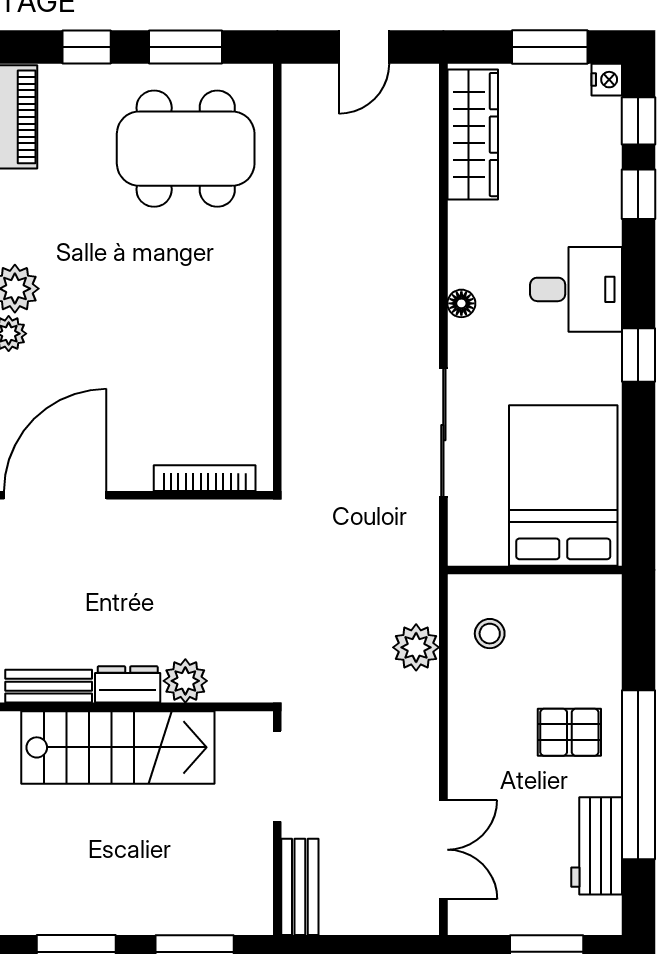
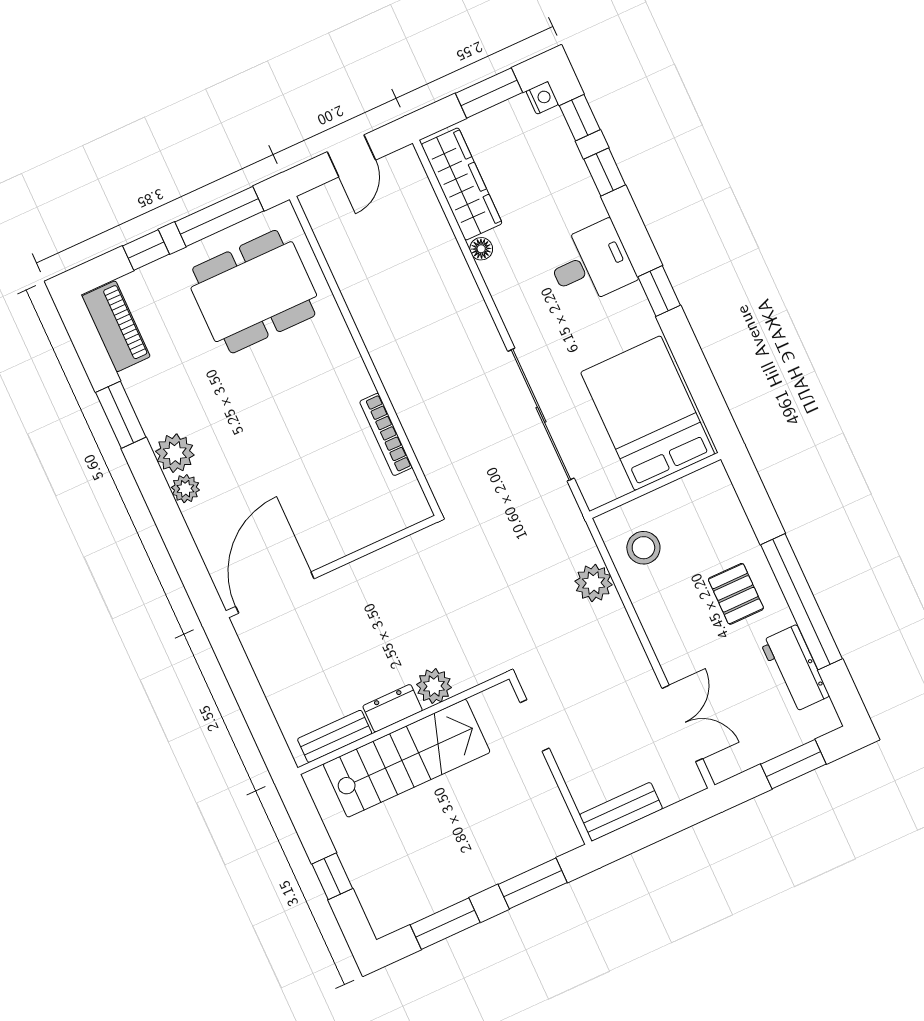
window: (186, 47) -> (219, 216), width x1.44
floor lamp: (461, 303) -> (481, 249), moved
sliding door: (443, 433) -> (541, 415), width x1.36
bookcase: (205, 478) -> (386, 434), moved, turned -90
stool: (490, 634) -> (643, 548), width x1.37, depth x1.37
pallet: (569, 732) -> (736, 594), turned 90
doorway: (277, 776) -> (535, 725), width x0.73
bench: (300, 887) -> (621, 812), moved, turned 90

